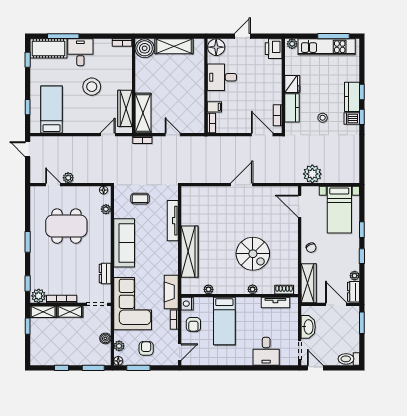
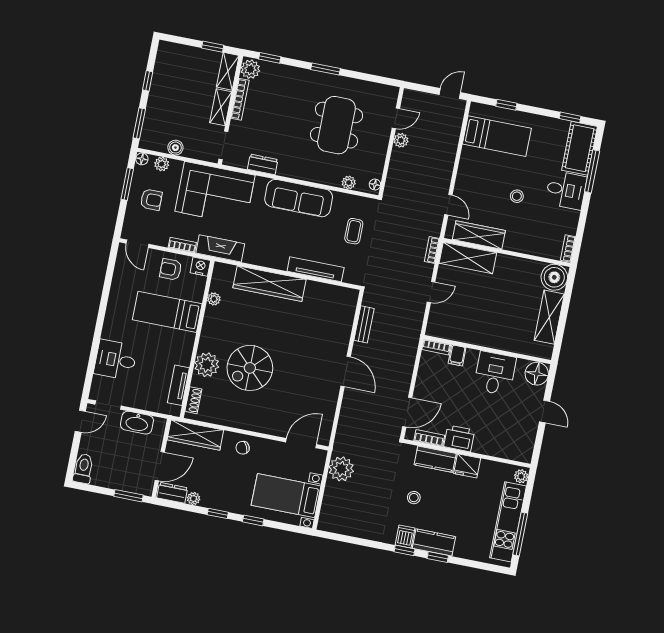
printer: (274, 49) -> (459, 438), moved
stool: (92, 87) -> (517, 196), width x0.53, depth x0.53
bench: (205, 178) -> (364, 324), added
plant: (253, 289) -> (207, 365), width x1.88, depth x1.88

